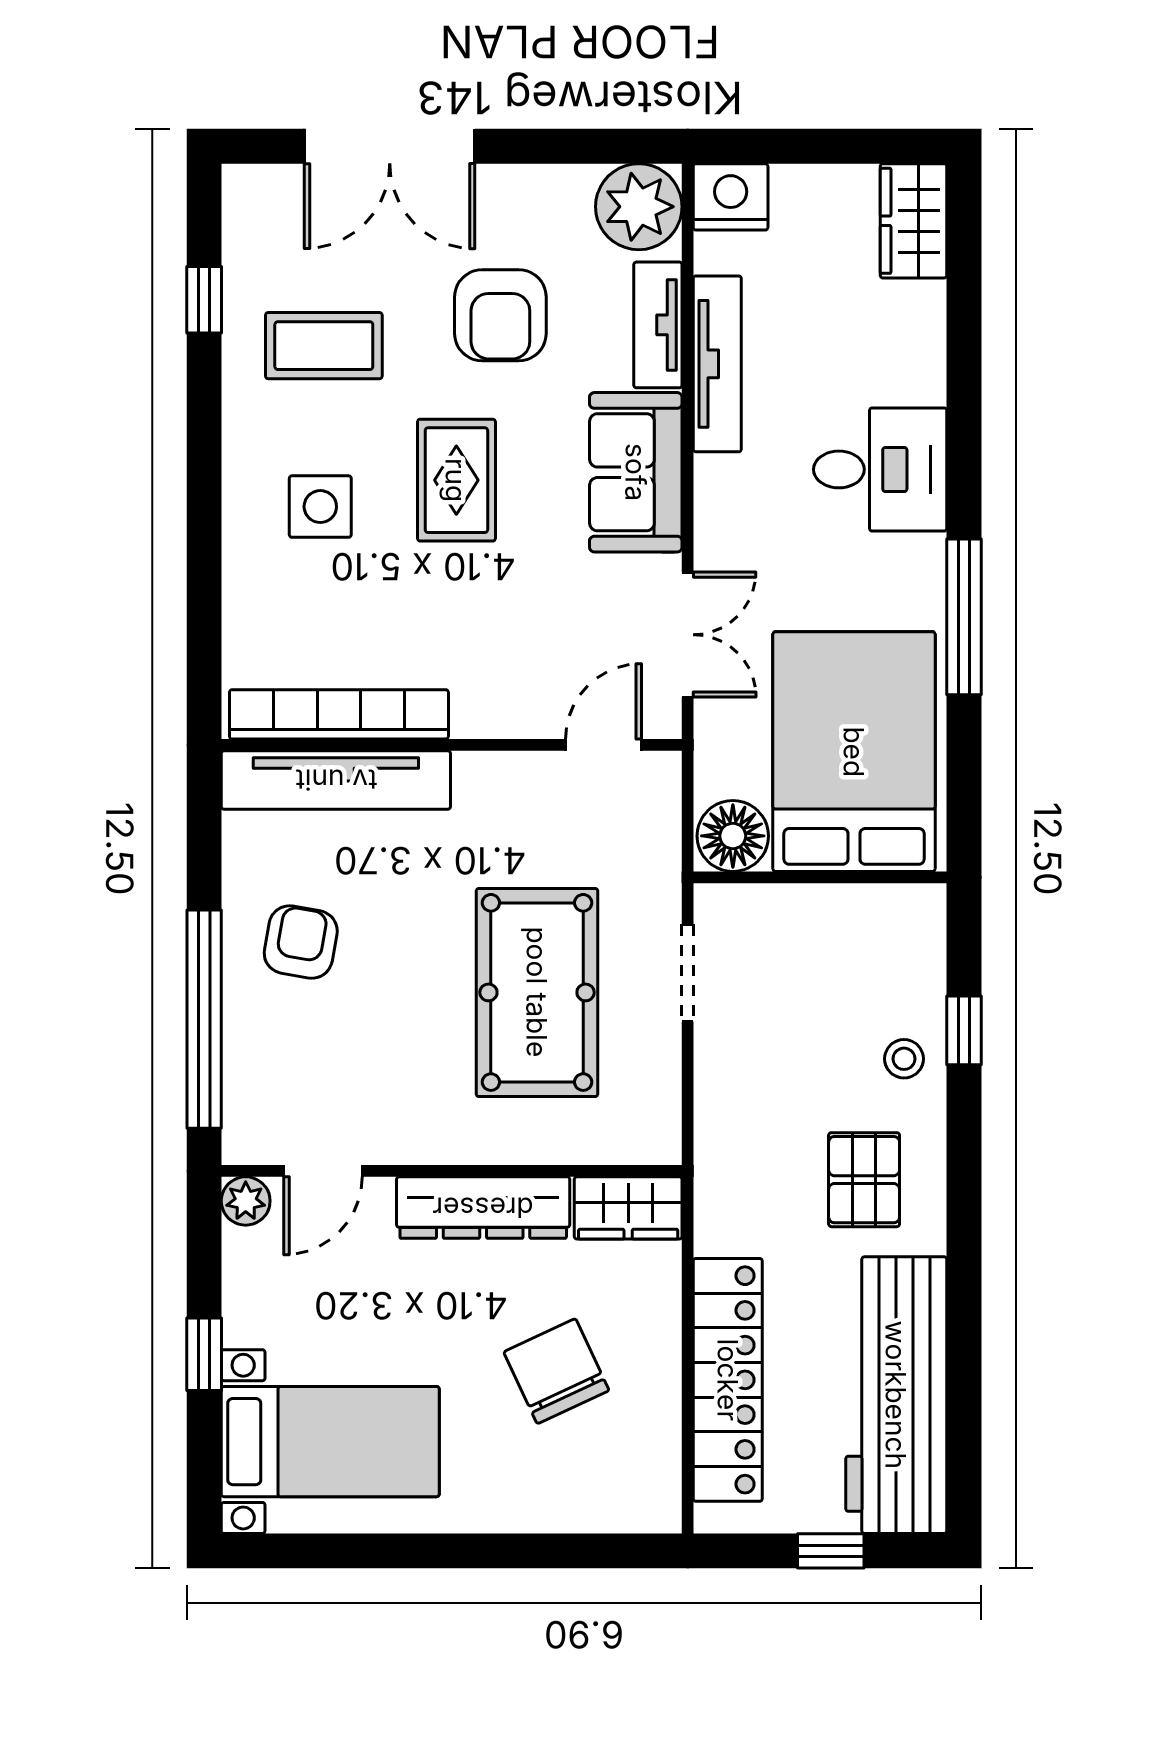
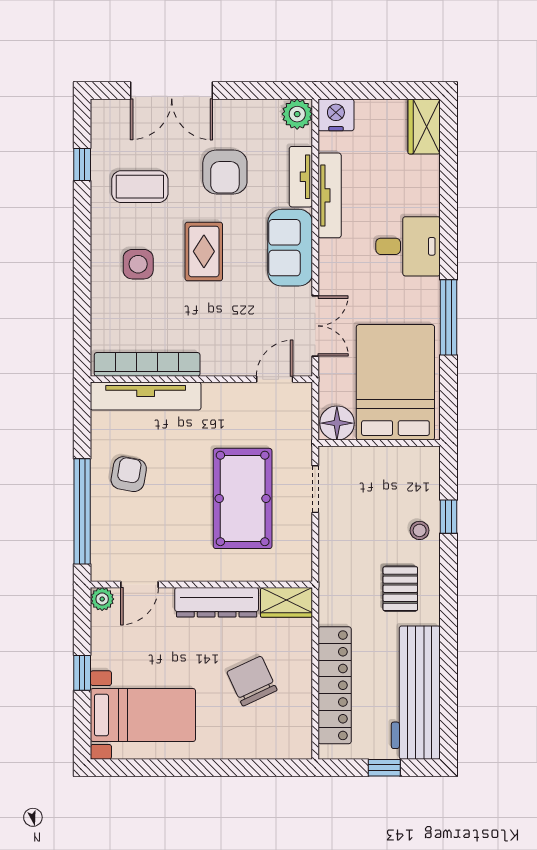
plant: (639, 207) -> (297, 114), width x0.73, depth x0.73

